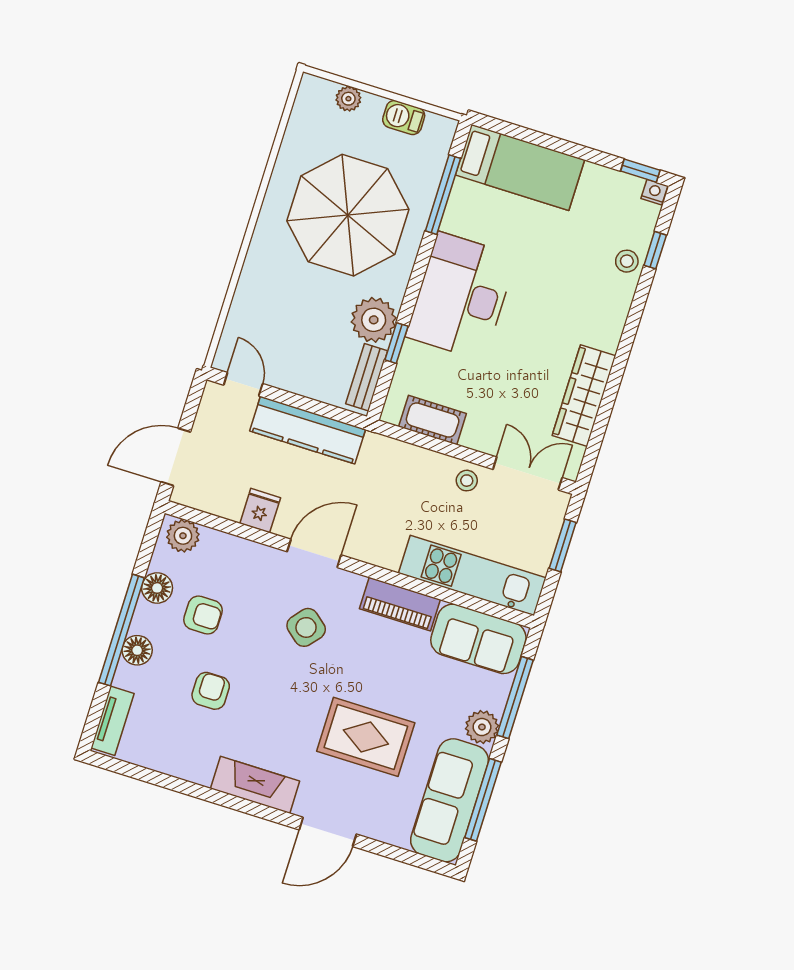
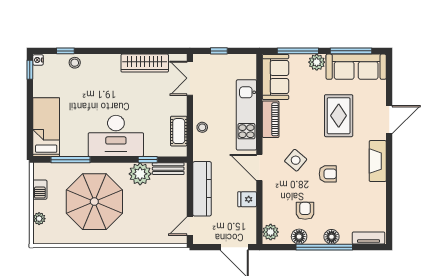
stool: (467, 481) -> (202, 127), moved
window: (563, 545) -> (219, 51), width x0.67
kitchen unit: (472, 576) -> (246, 115), moved
armchair: (211, 691) -> (328, 174), moved, turned 180
door: (328, 832) -> (389, 120), hinge flipped

